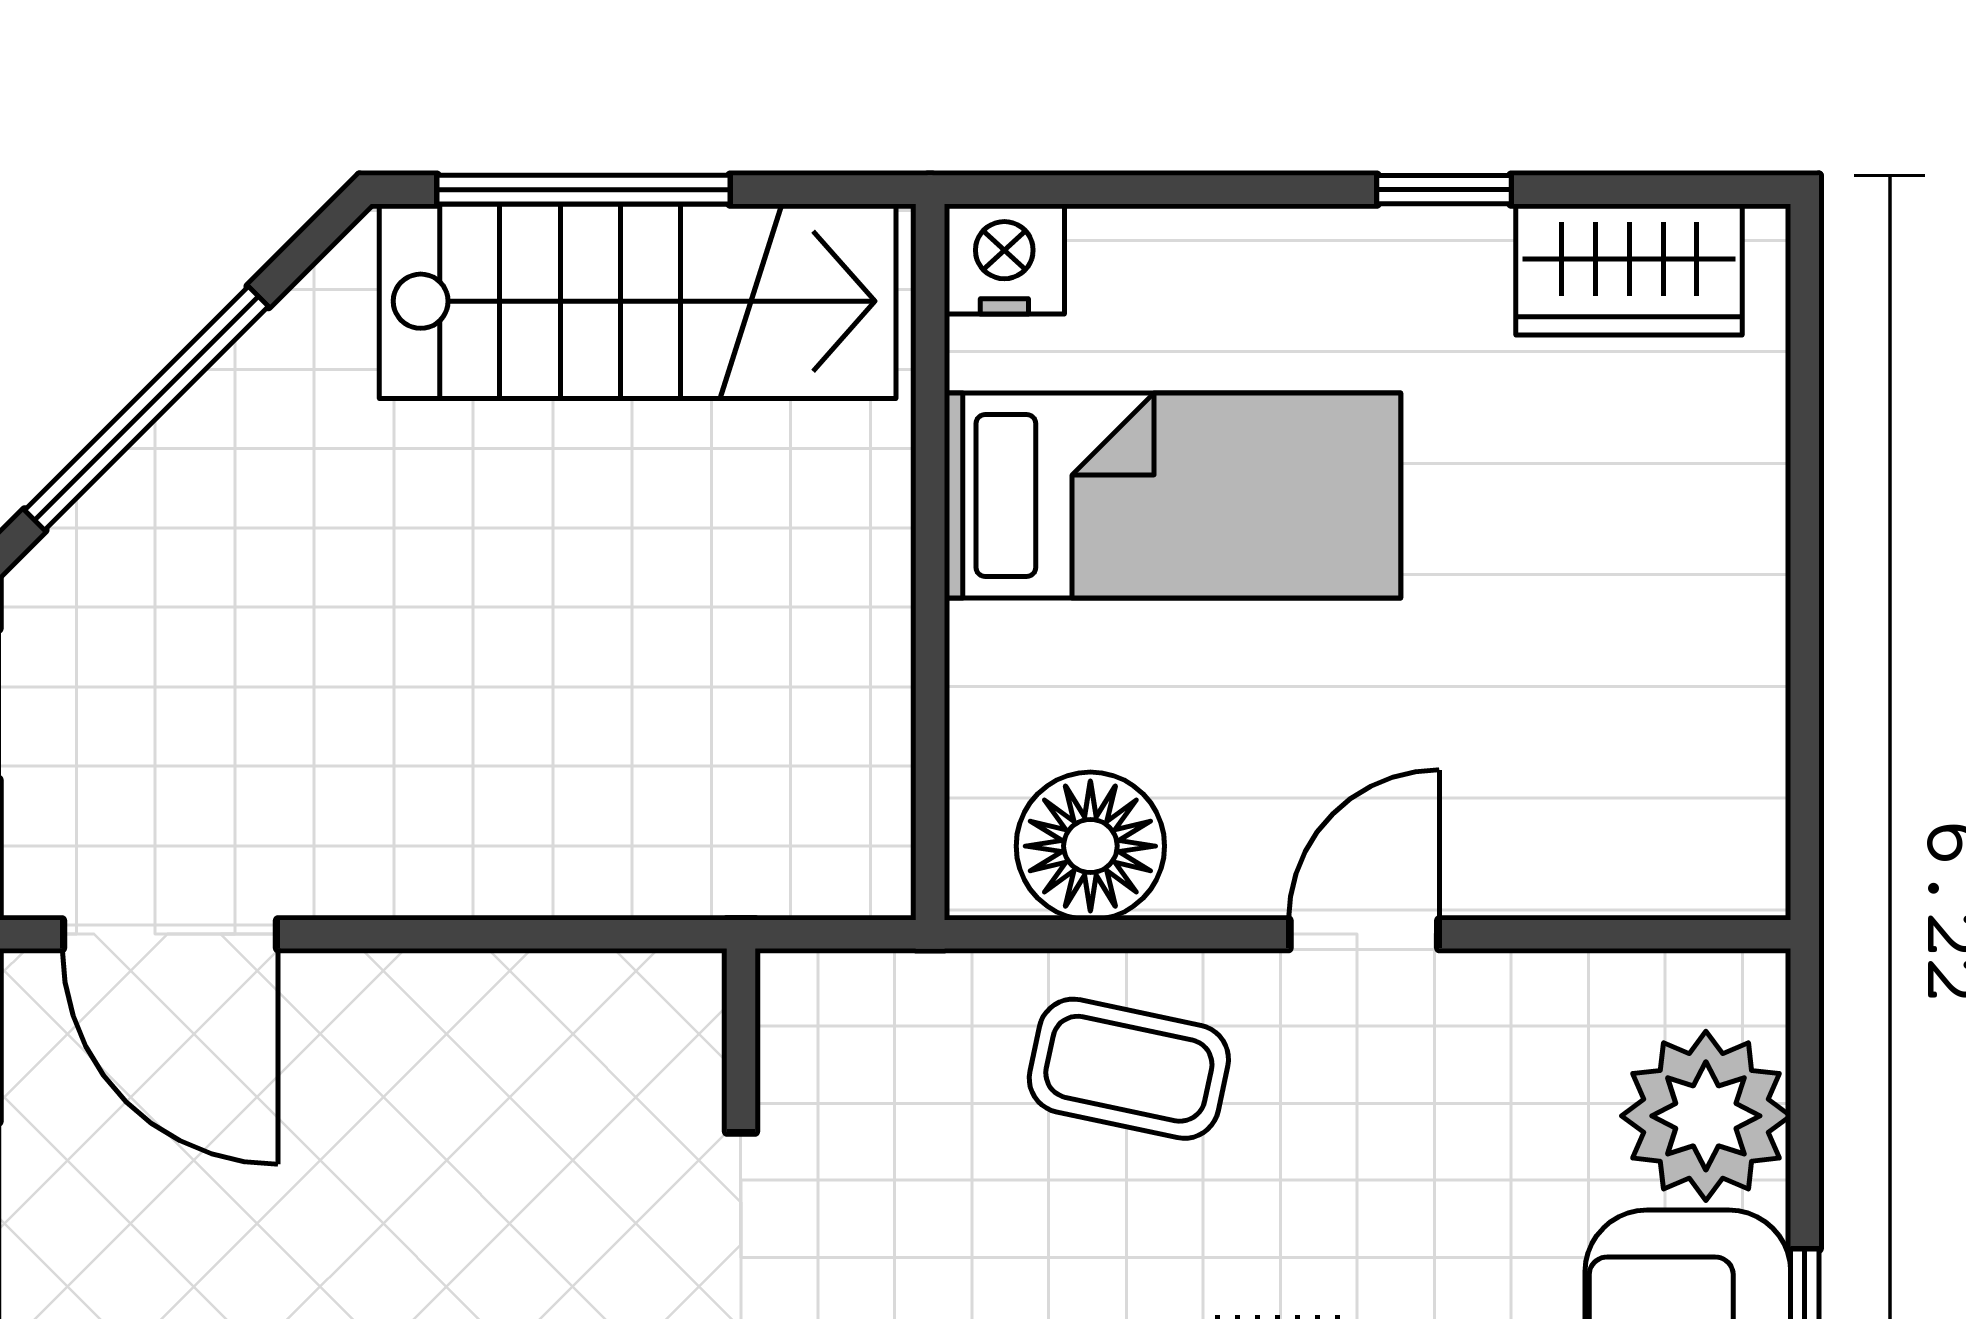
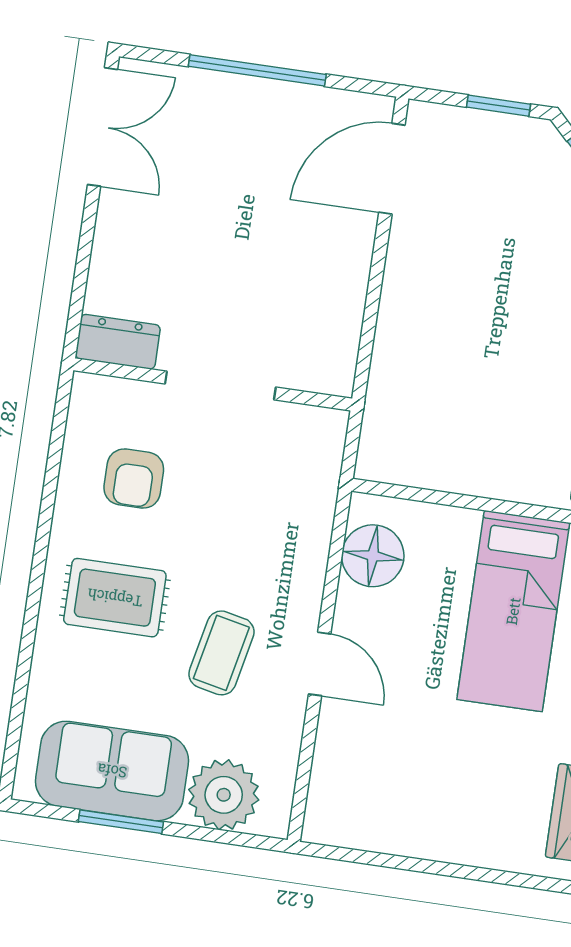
coffee table: (1129, 1069) -> (221, 653), moved

